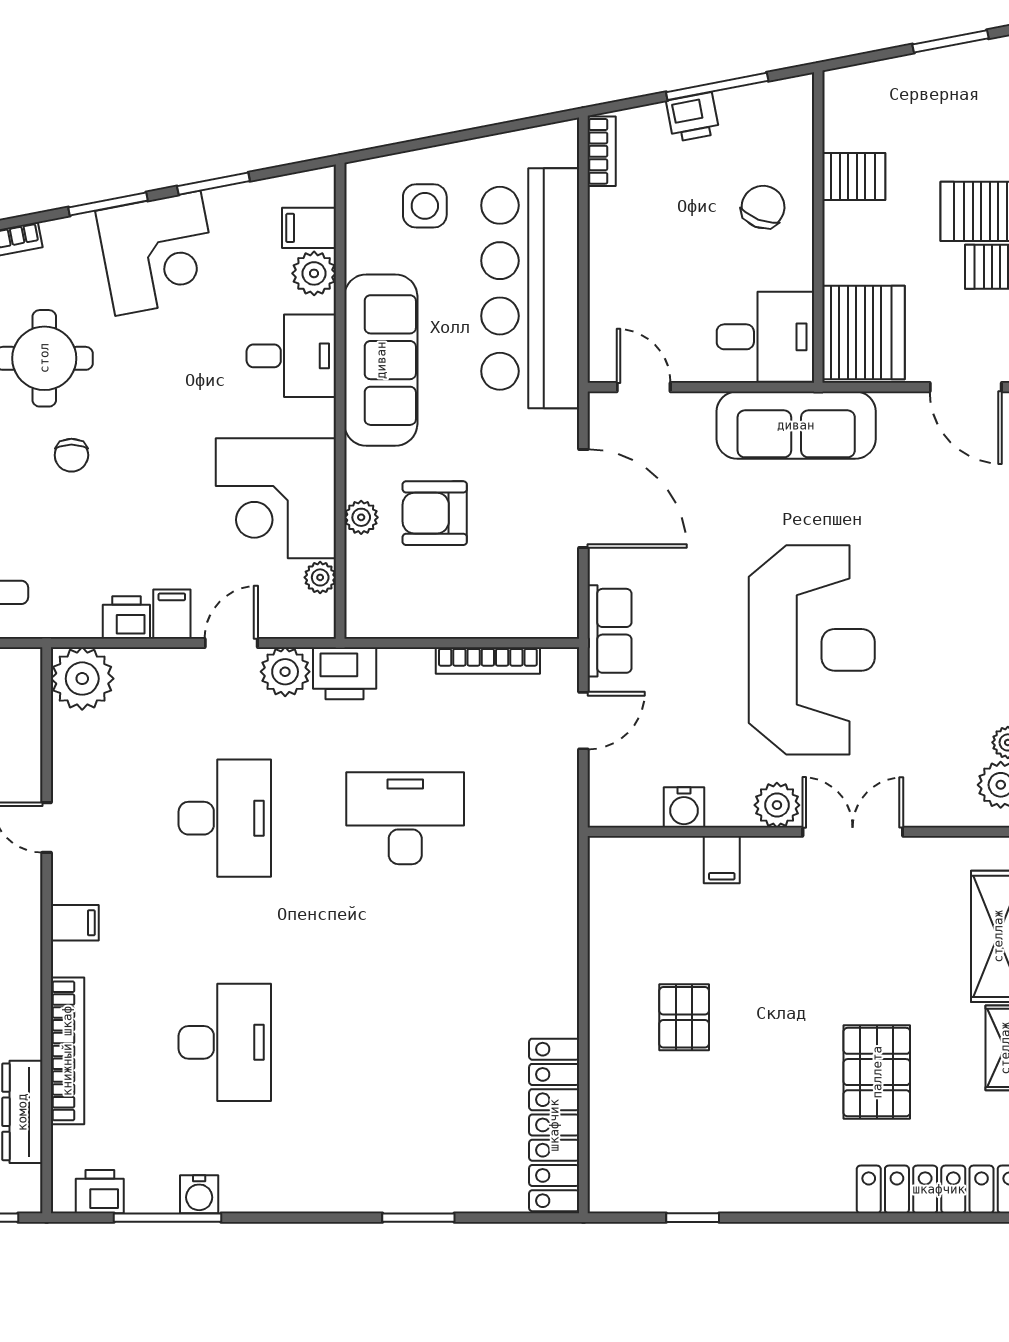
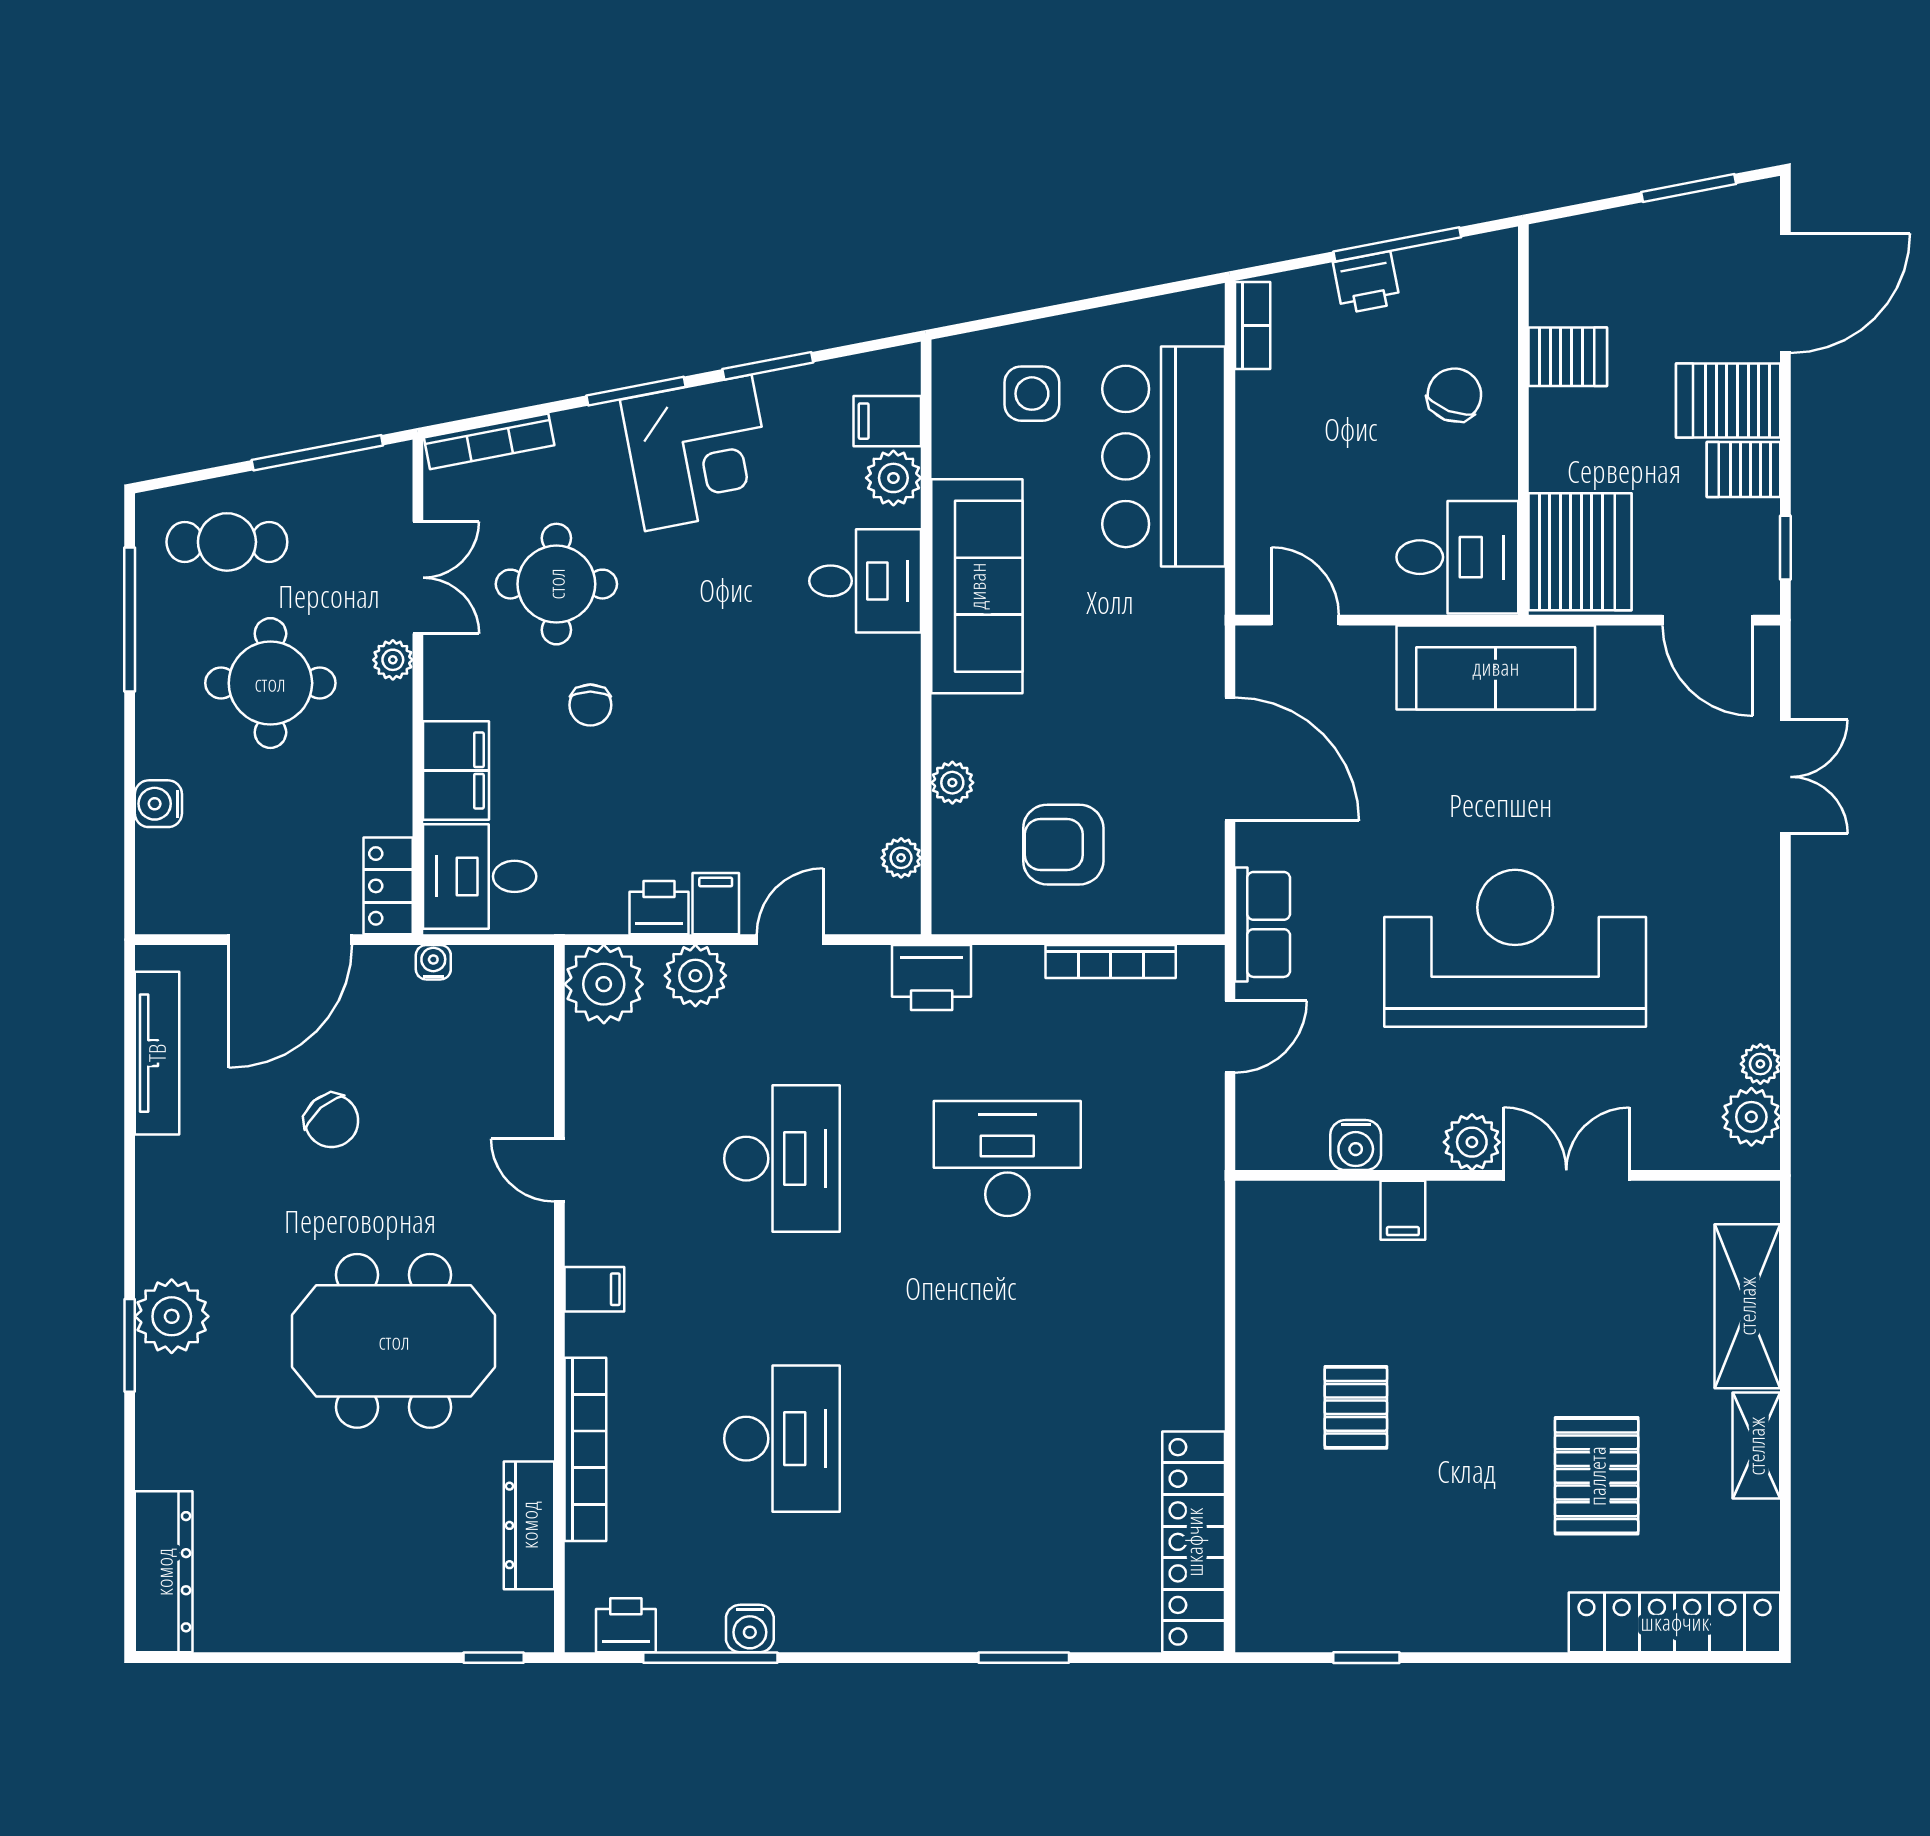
bar counter: (530, 288) -> (1164, 456), width x0.73
corner desk: (276, 498) -> (846, 759), removed
armchair: (435, 513) -> (1063, 845), moved
reception desk: (812, 650) -> (1515, 948), turned -90
plant: (285, 672) -> (695, 976), moved

